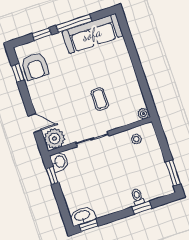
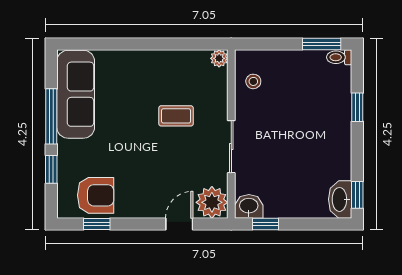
toilet: (137, 197) -> (339, 57), moved

